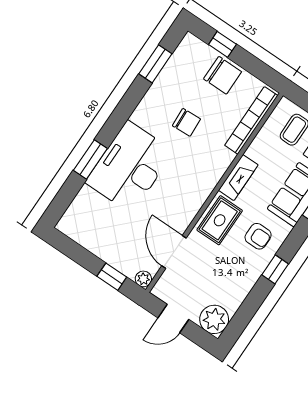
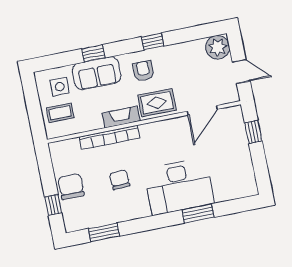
bookcase: (251, 120) -> (109, 137), moved
plant: (143, 279) -> (236, 112), removed

